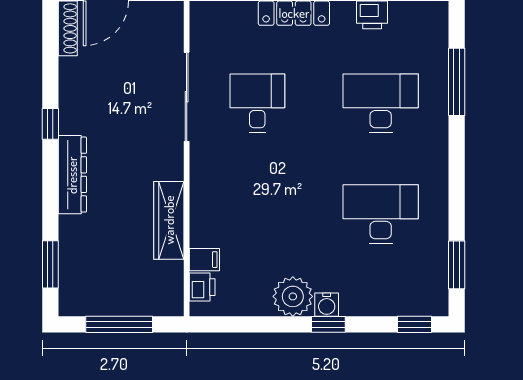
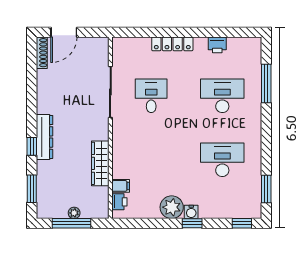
window: (50, 124) -> (32, 146), moved
plant: (124, 306) -> (74, 213), added

